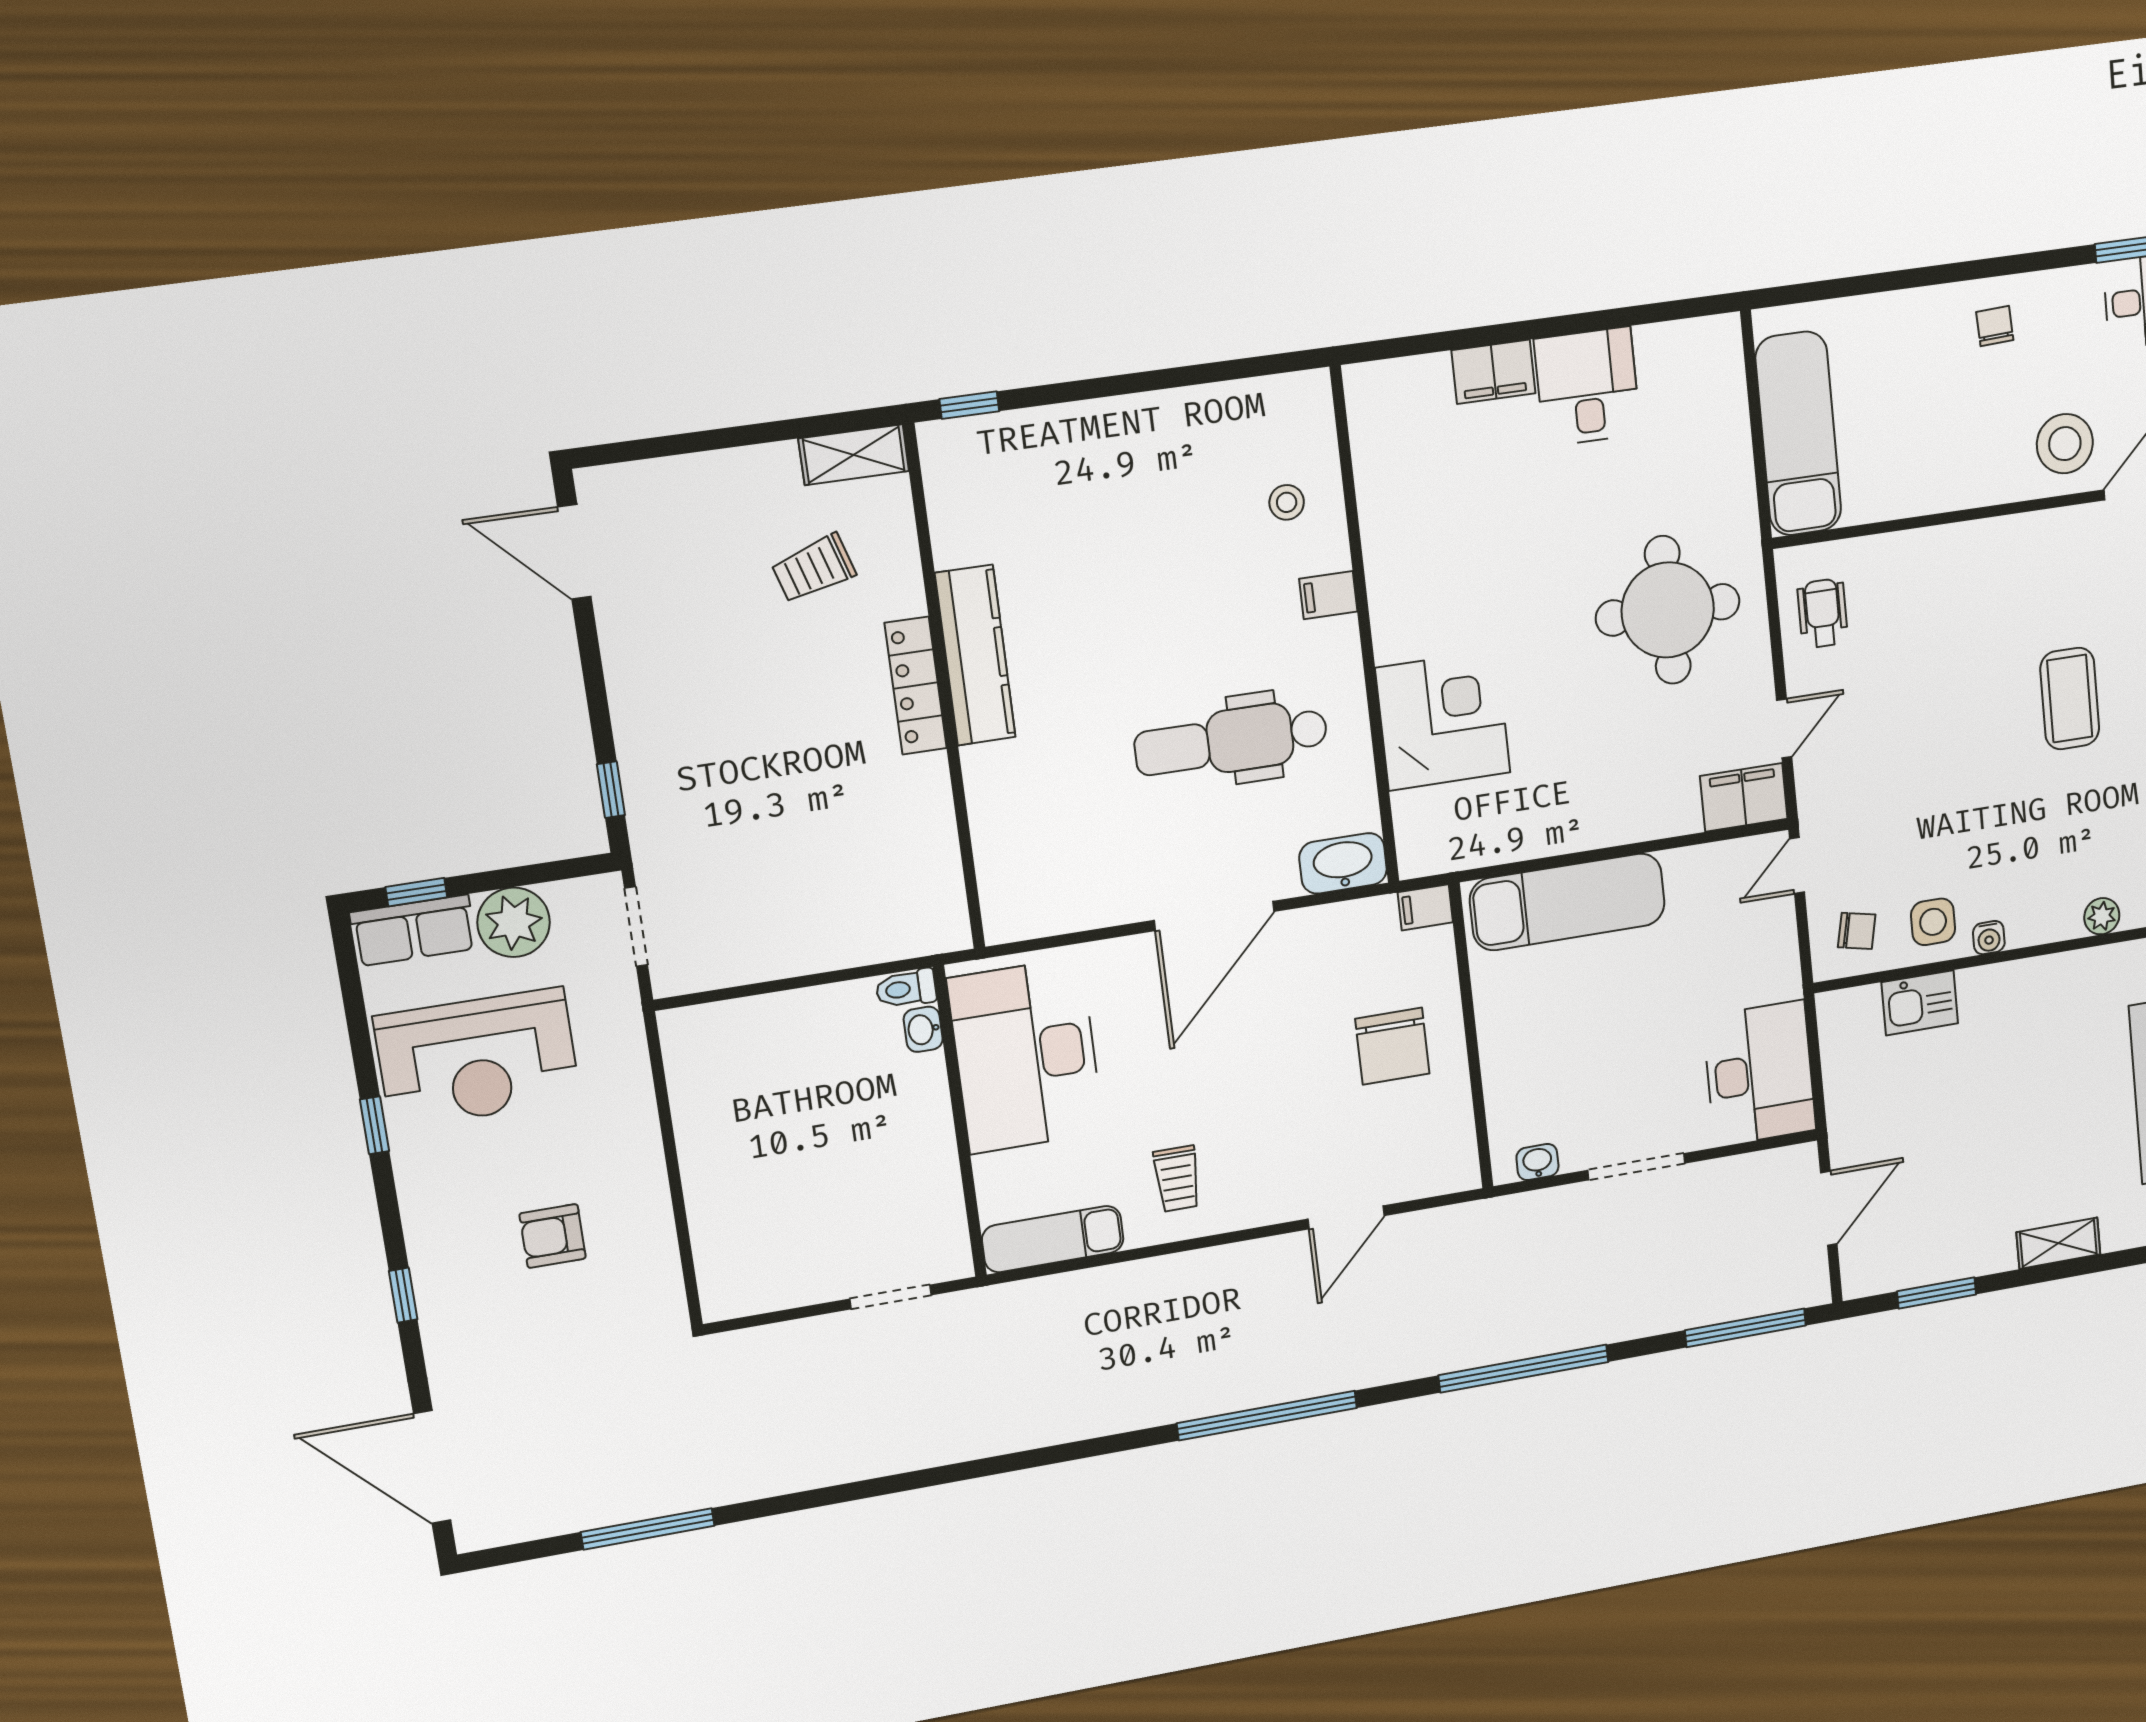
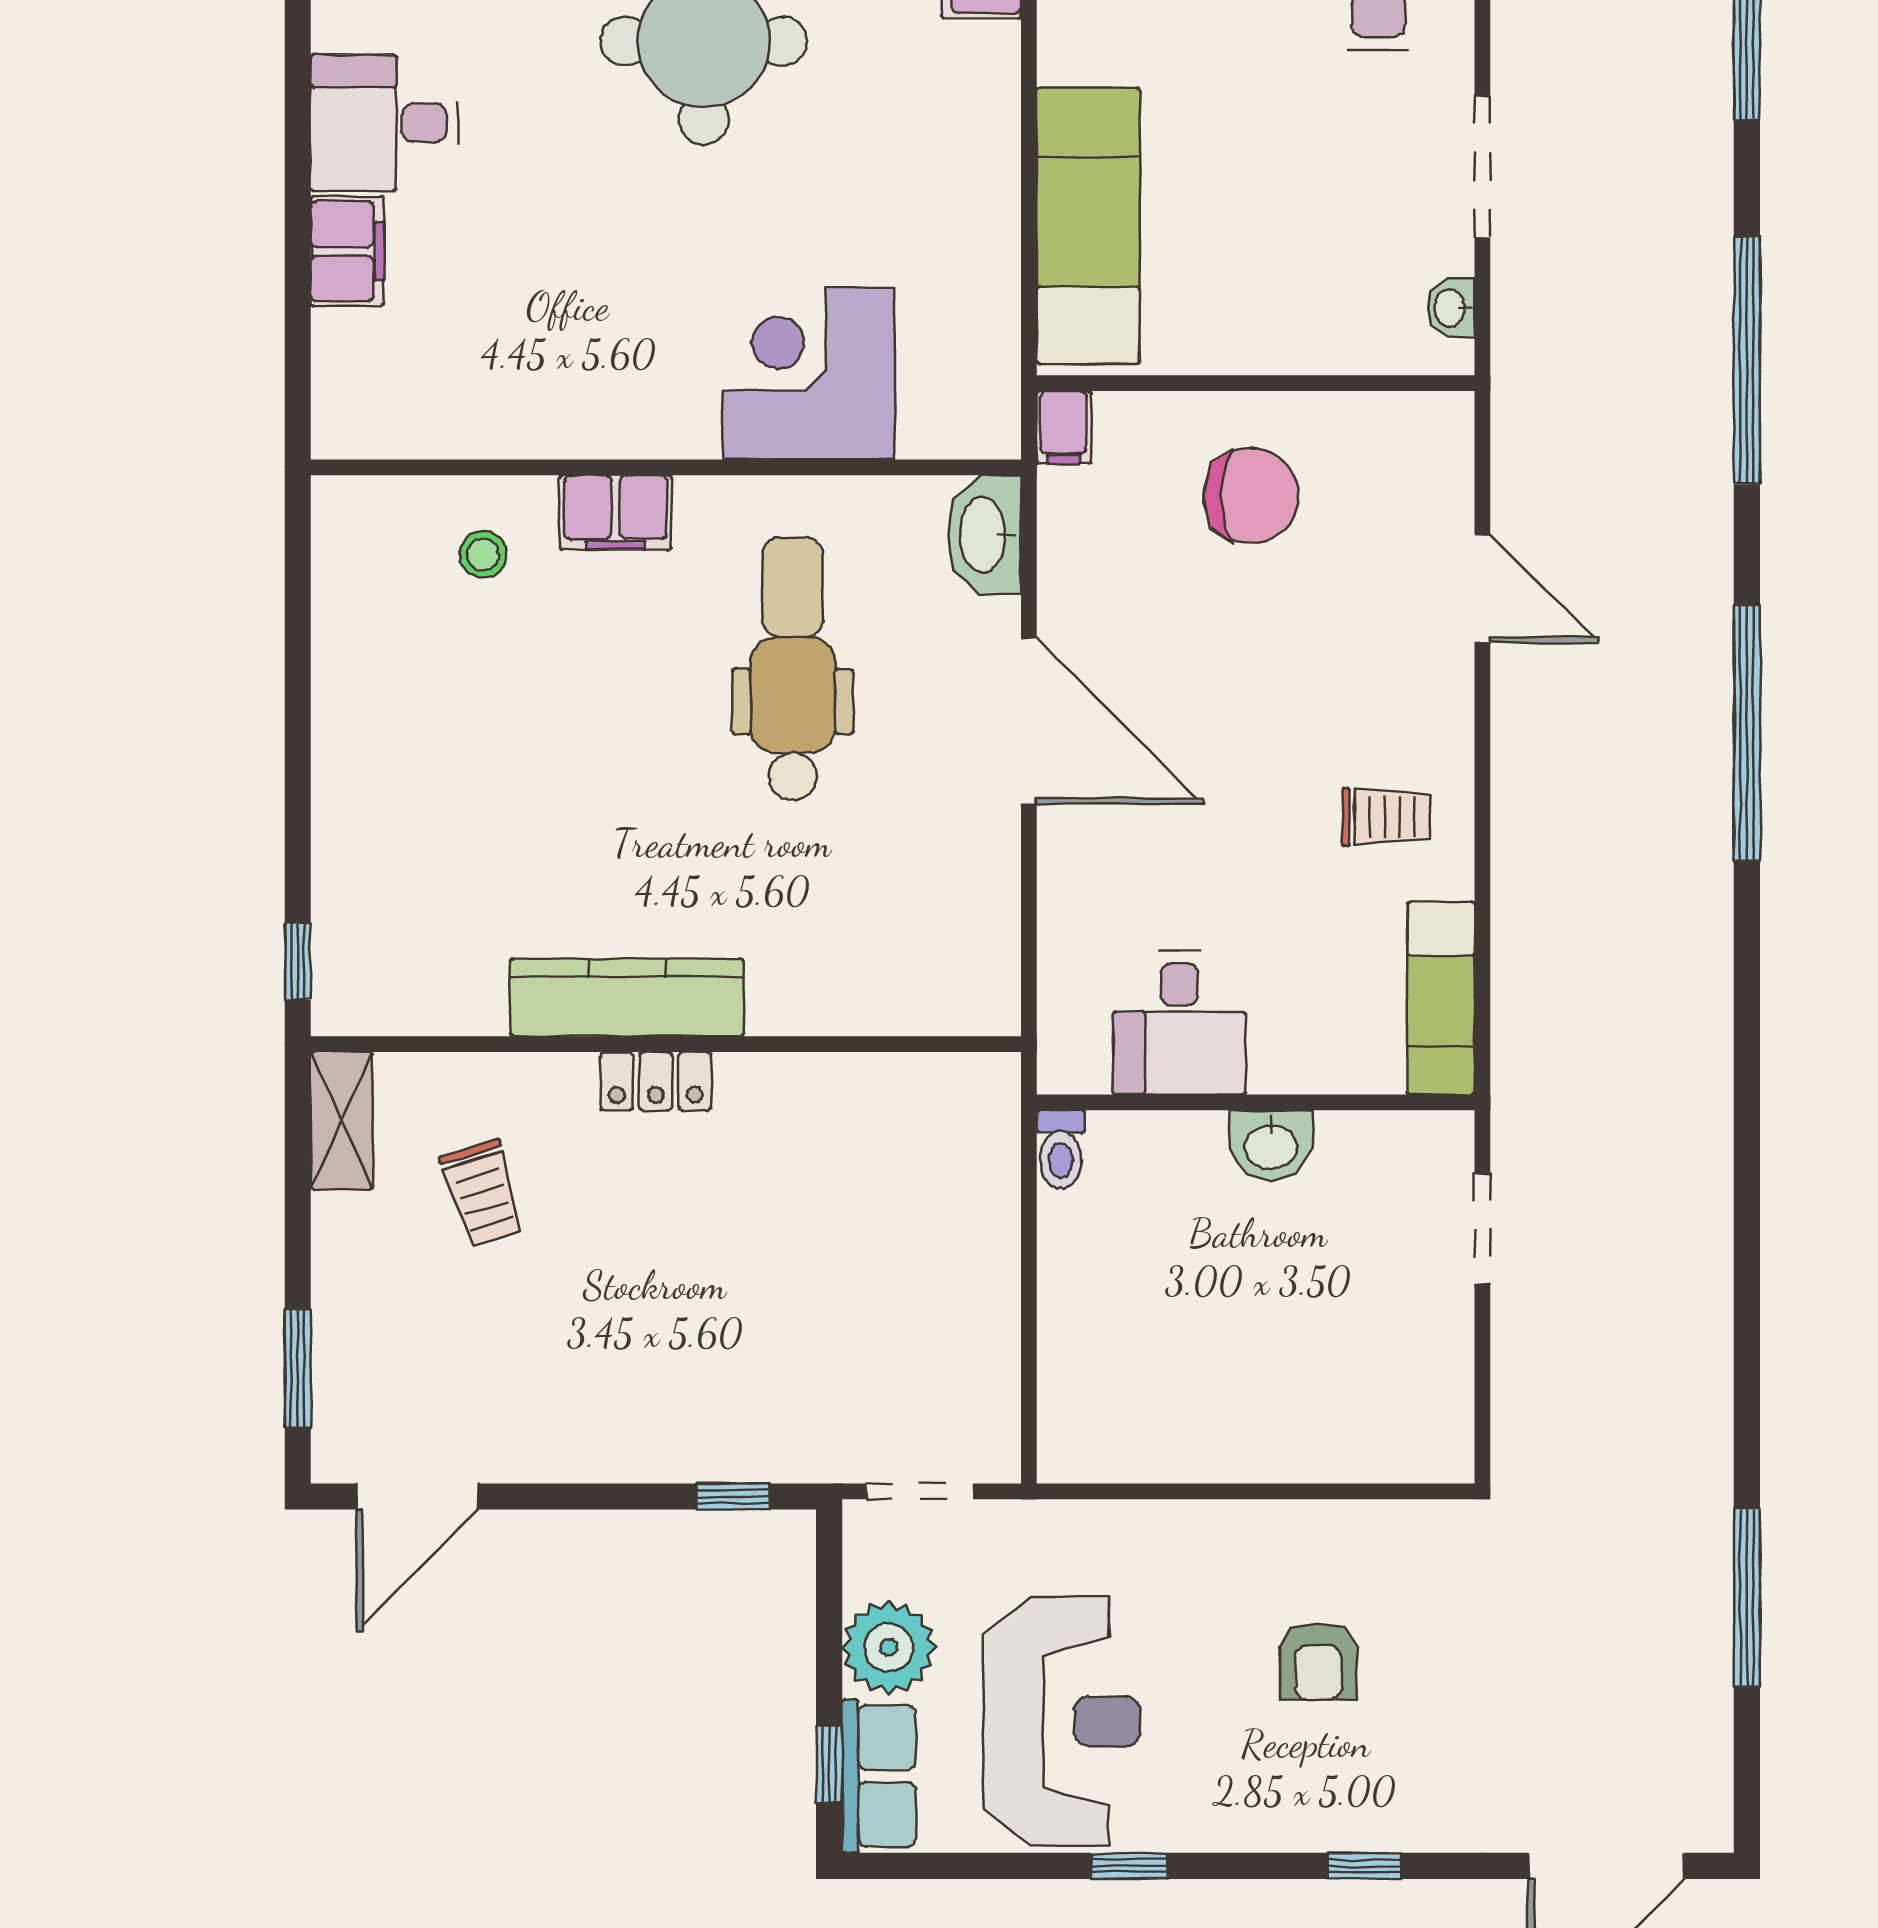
window: (660, 447) -> (298, 1368), added
filing cabinet: (1328, 595) -> (615, 512), width x2.00
locker: (916, 686) -> (656, 1081), width x0.66
dental chair: (1231, 741) -> (793, 669), turned 180
washbasin: (923, 1029) -> (1271, 1145), moved, width x1.38, depth x1.45
desk: (1026, 1056) -> (1179, 1023), width x0.53, depth x0.77

